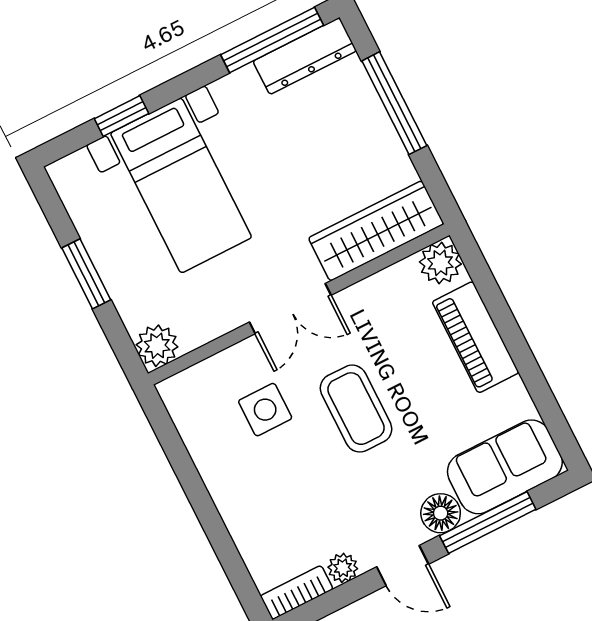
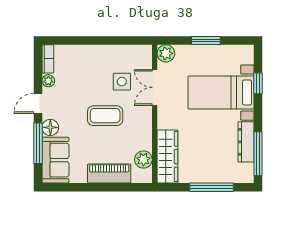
dresser: (305, 56) -> (246, 142), moved
plant: (440, 263) -> (143, 159), moved
double door: (290, 309) -> (155, 87), moved

